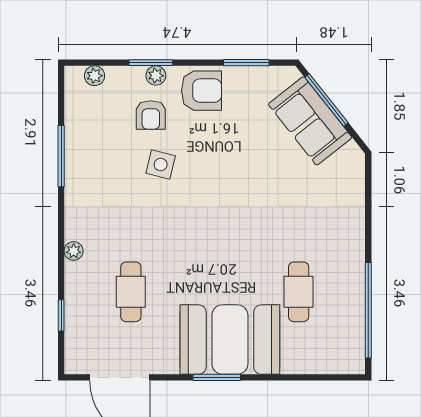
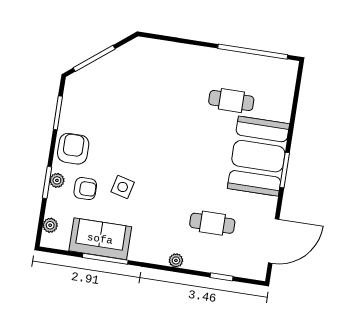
sofa: (310, 121) -> (100, 239), moved, turned -142

